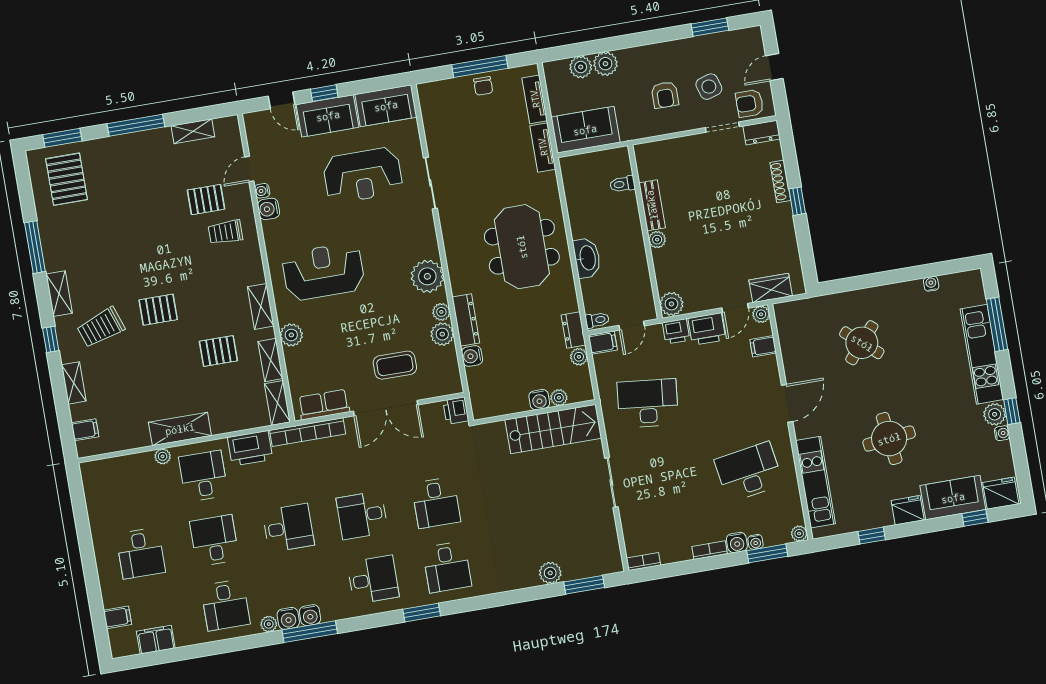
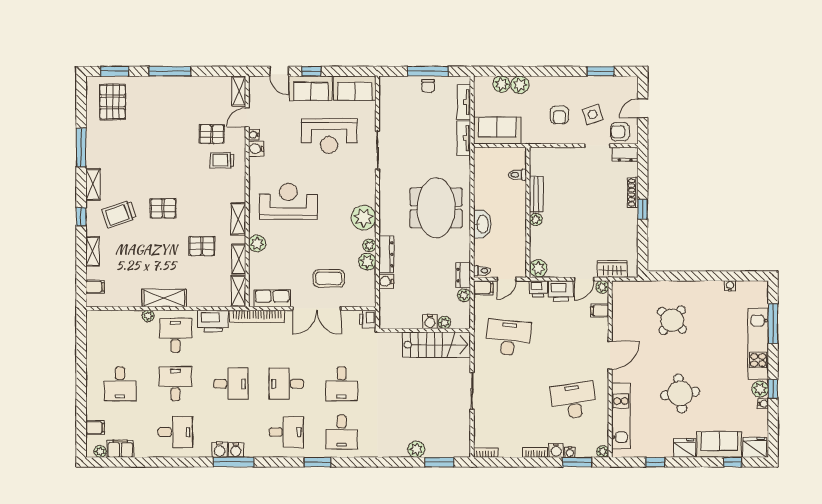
shelving: (193, 131) -> (239, 91), moved, turned 90
desk: (225, 605) -> (175, 432), turned -90
plant: (269, 624) -> (100, 451), moved

